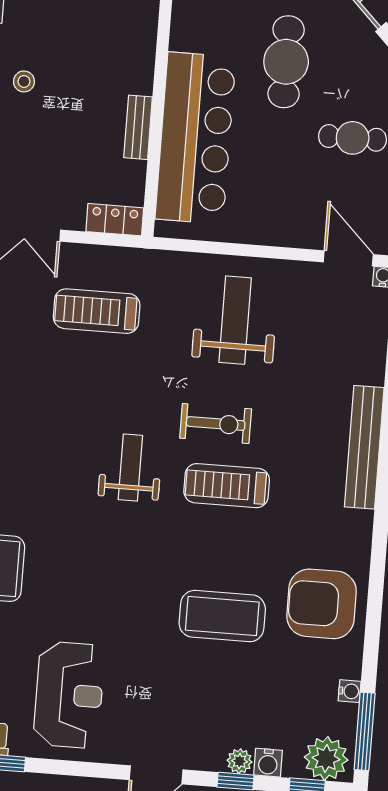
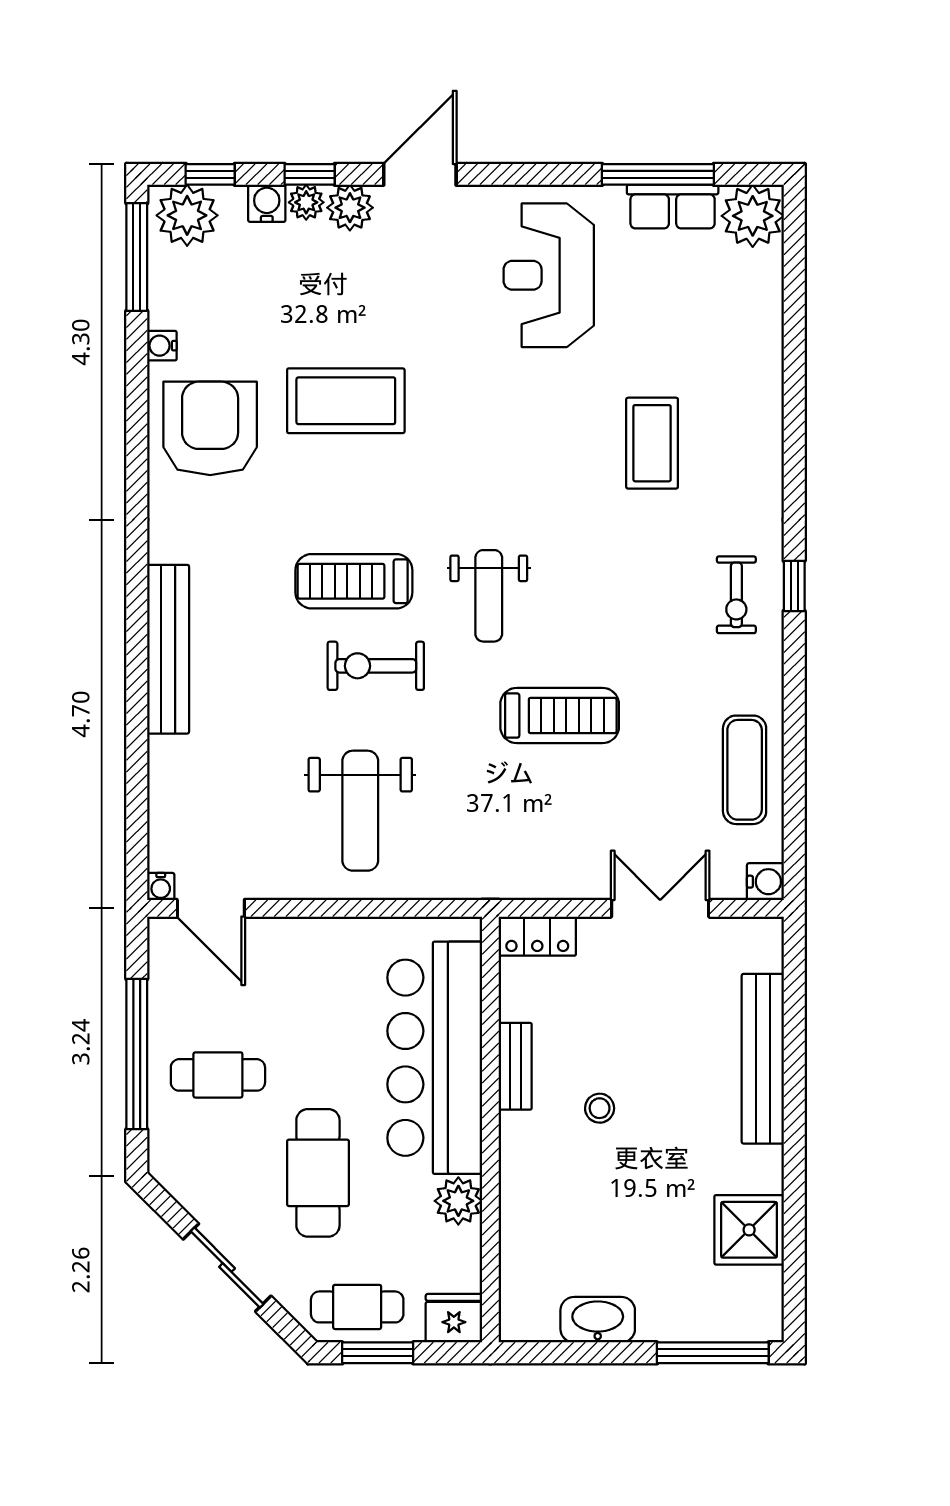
plant: (187, 34) -> (458, 1201), added
stool: (24, 81) -> (600, 1108), moved
treadmill: (97, 311) -> (560, 716), moved
treadmill: (227, 486) -> (354, 581), turned 180
armchair: (322, 604) -> (210, 428), turned -90
water cooler: (350, 691) -> (162, 346), moved
plant: (208, 755) -> (350, 208), added

